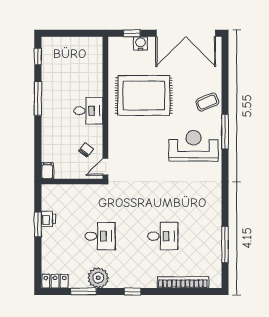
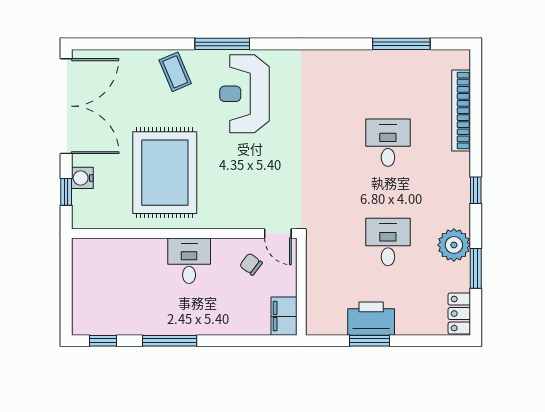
filing cabinet: (47, 171) -> (284, 316), width x2.00
printer: (48, 219) -> (371, 319), width x1.87, depth x1.48

